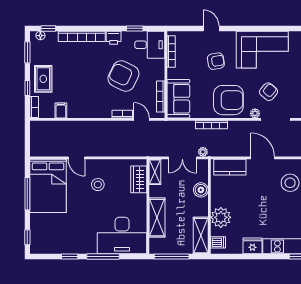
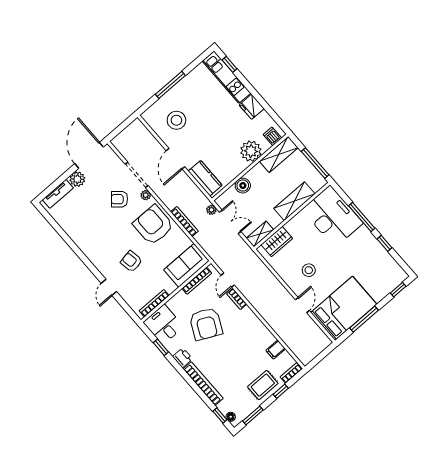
corner sofa: (262, 50) -> (91, 233), removed

